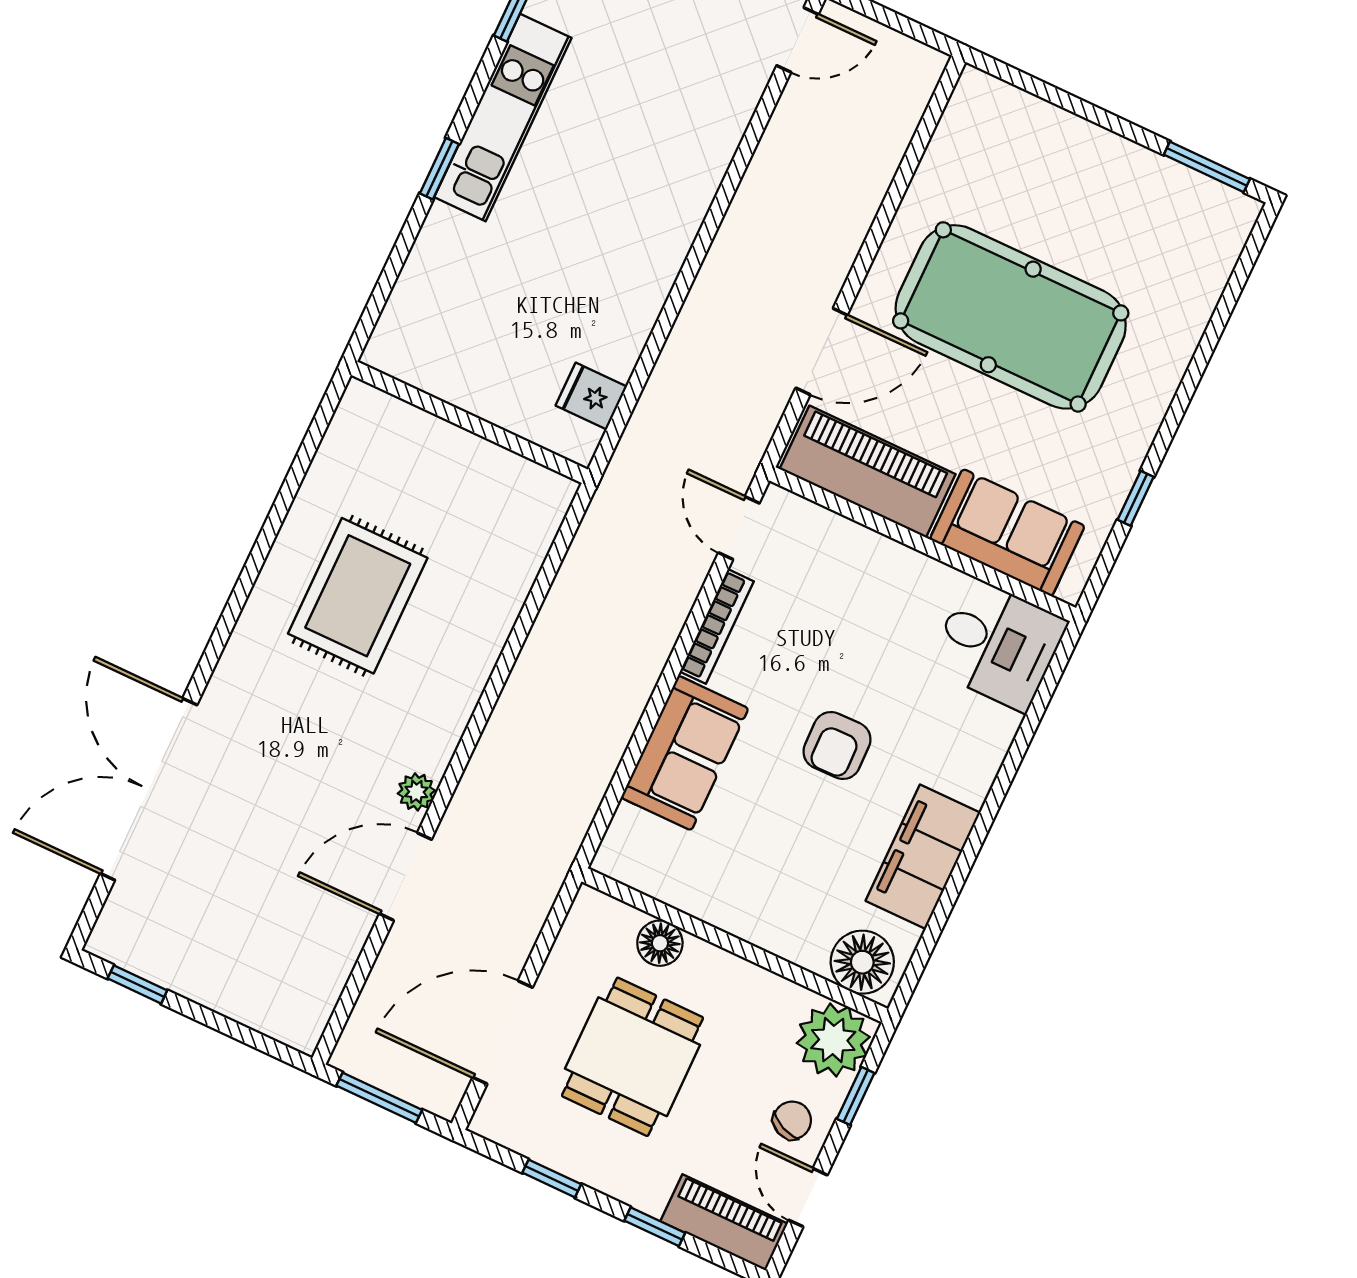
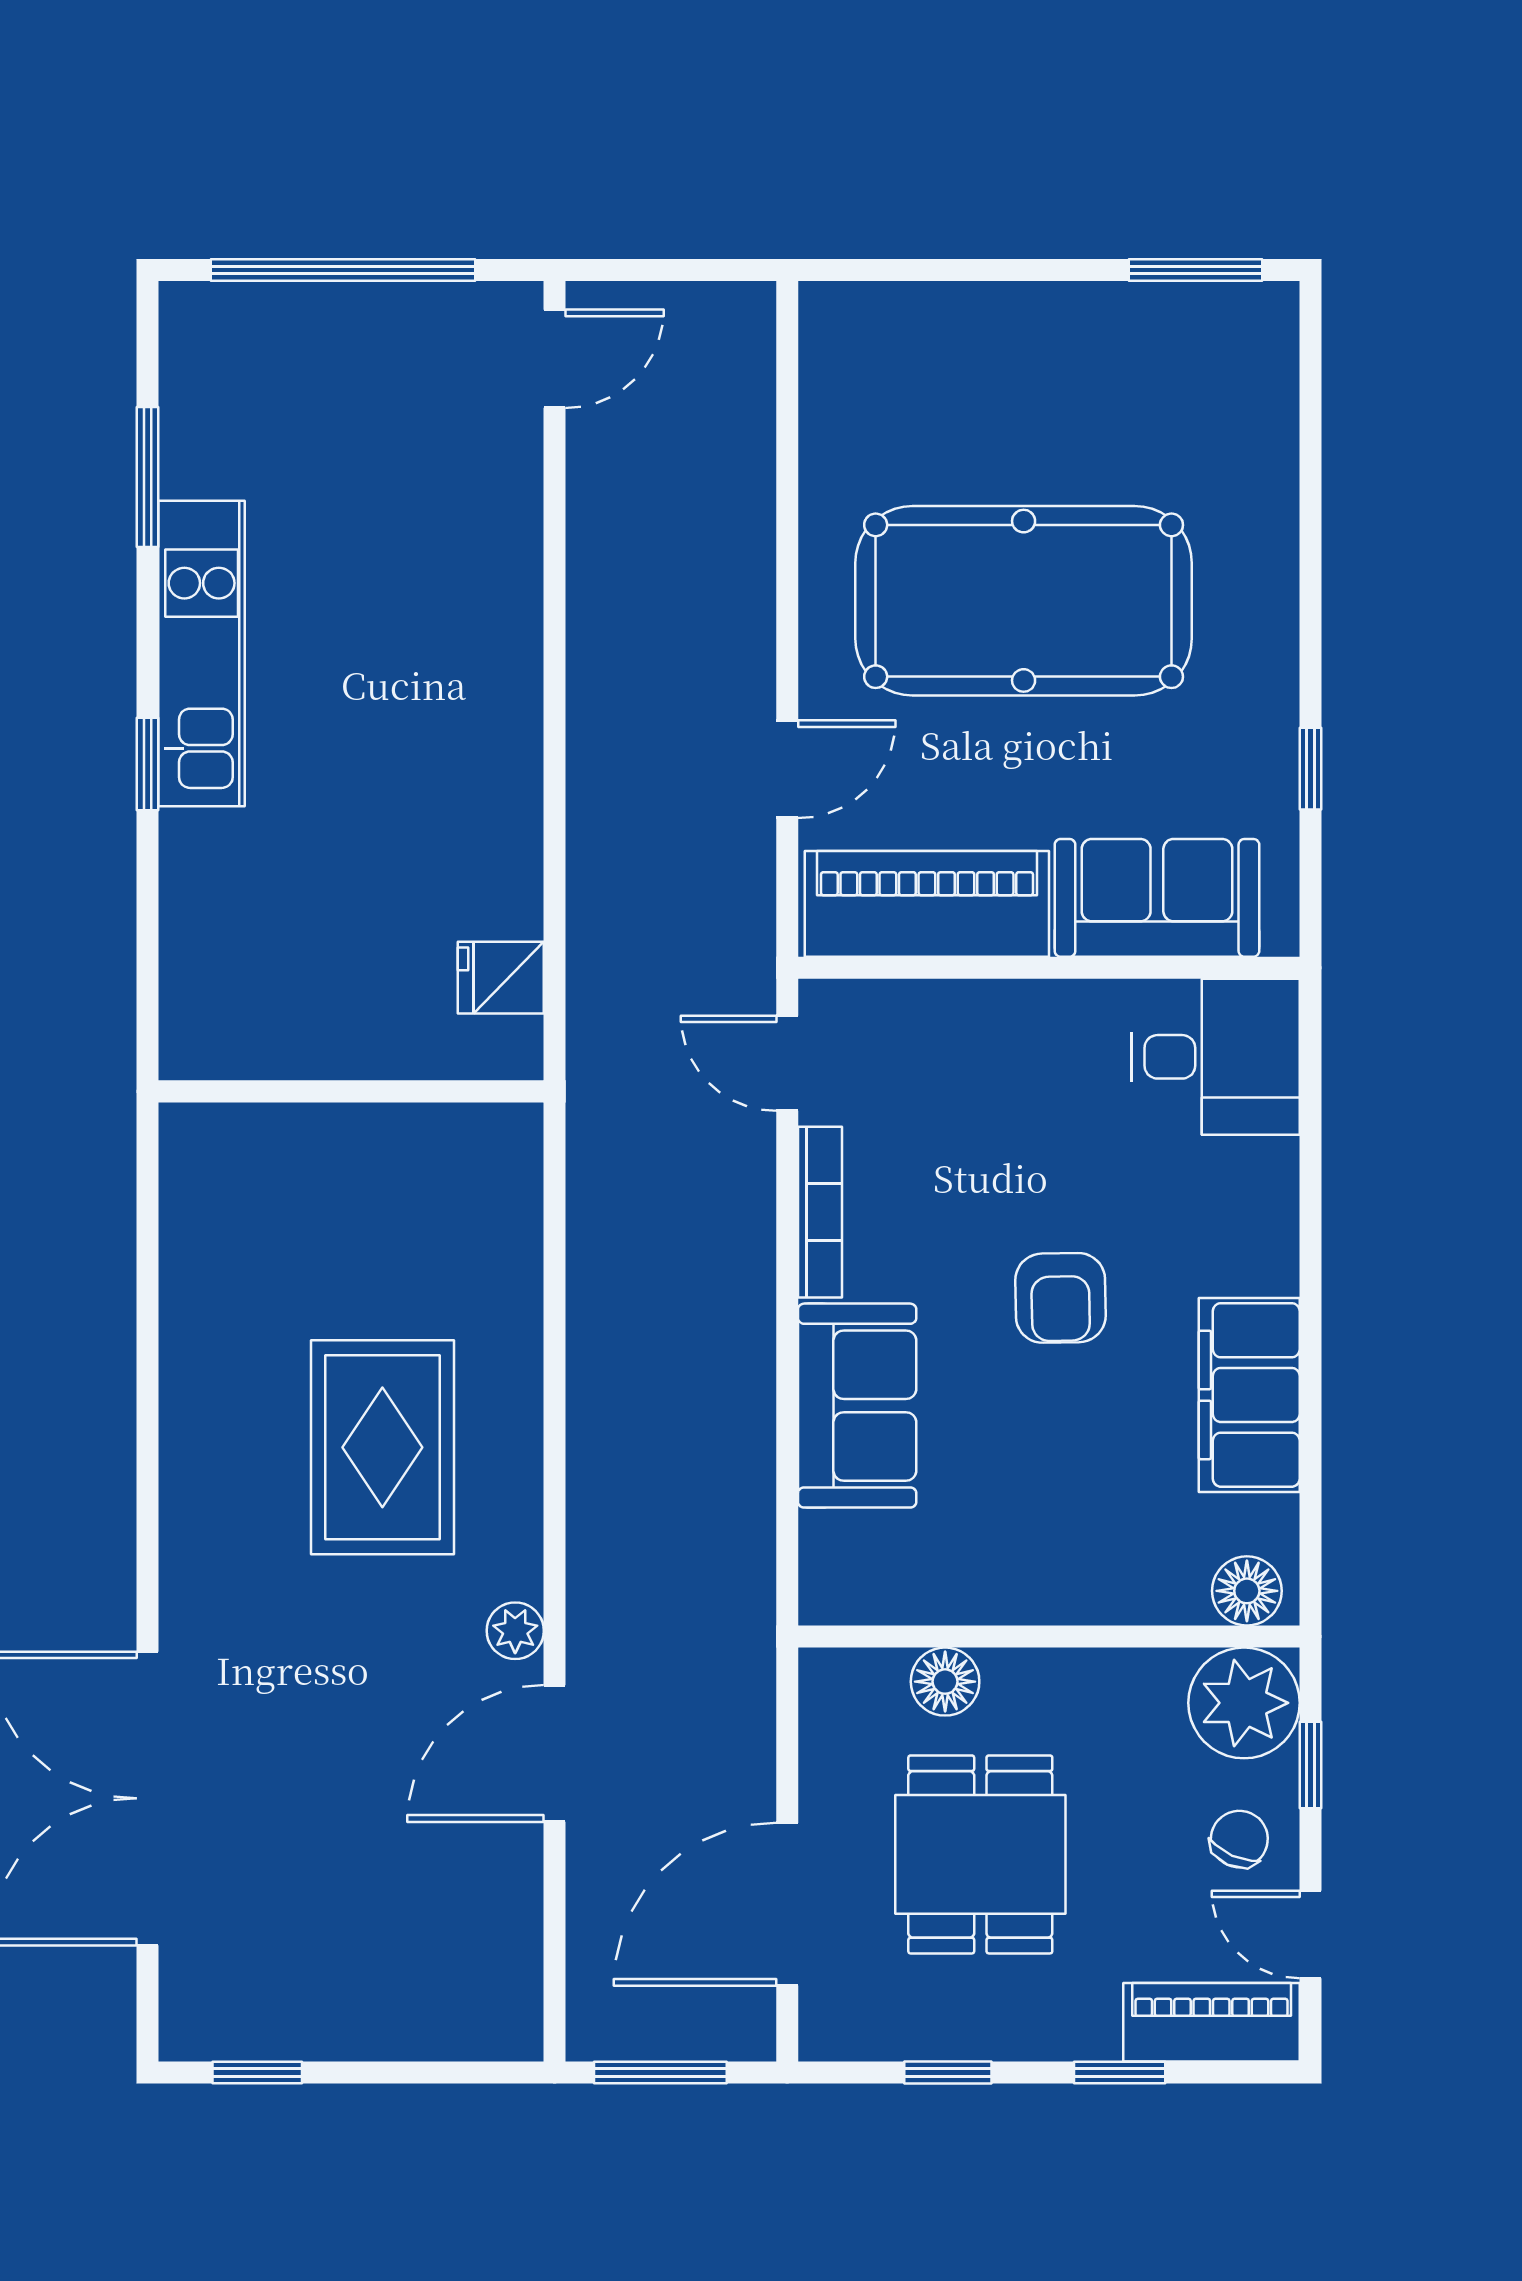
door: (822, 352) -> (787, 769), width x0.73
rug: (358, 596) -> (382, 1447), moved
floor lamp: (862, 962) -> (1247, 1591), width x0.73, depth x0.73

